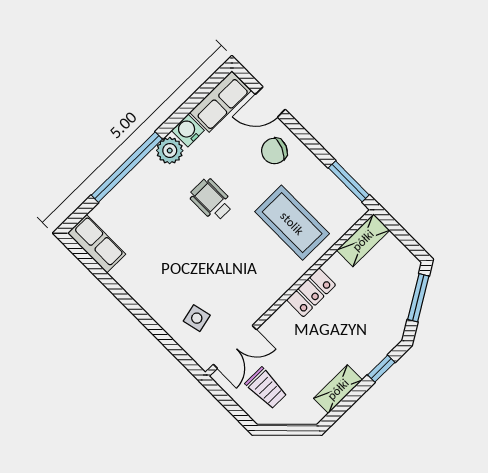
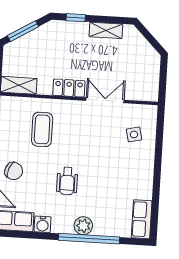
plant: (170, 151) -> (83, 226), moved
coffee table: (292, 223) -> (42, 129), width x0.73, depth x0.76
double door: (235, 347) -> (105, 100), moved
trolley: (266, 388) -> (138, 67), removed

